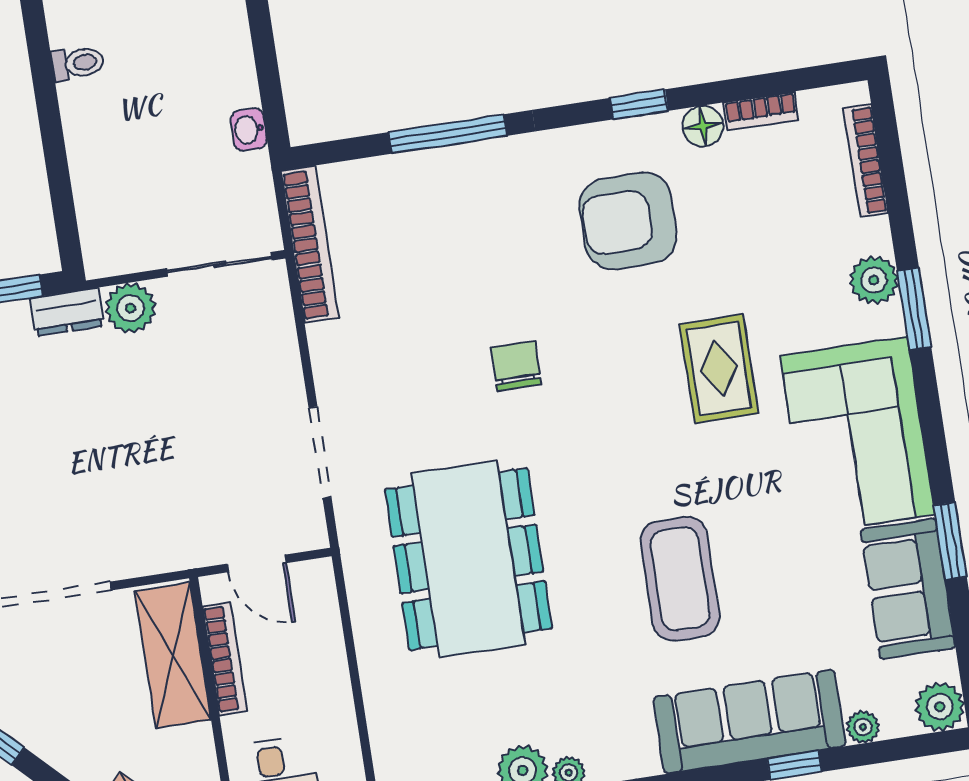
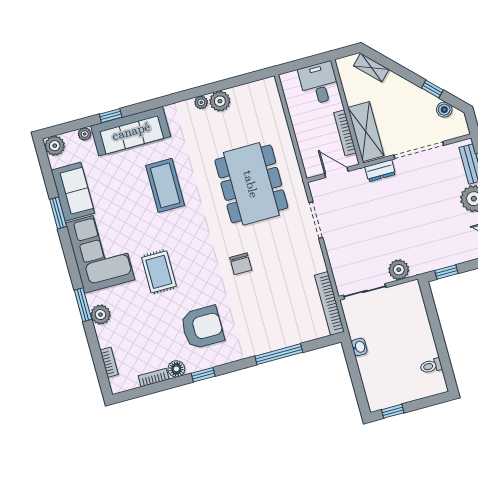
bookcase: (866, 161) -> (109, 362), width x0.64
dresser: (67, 312) -> (380, 171), moved, turned 180

